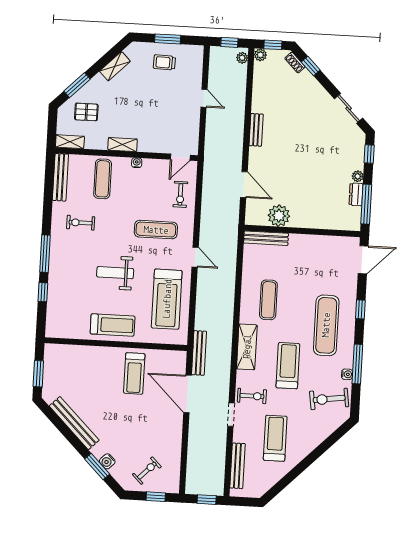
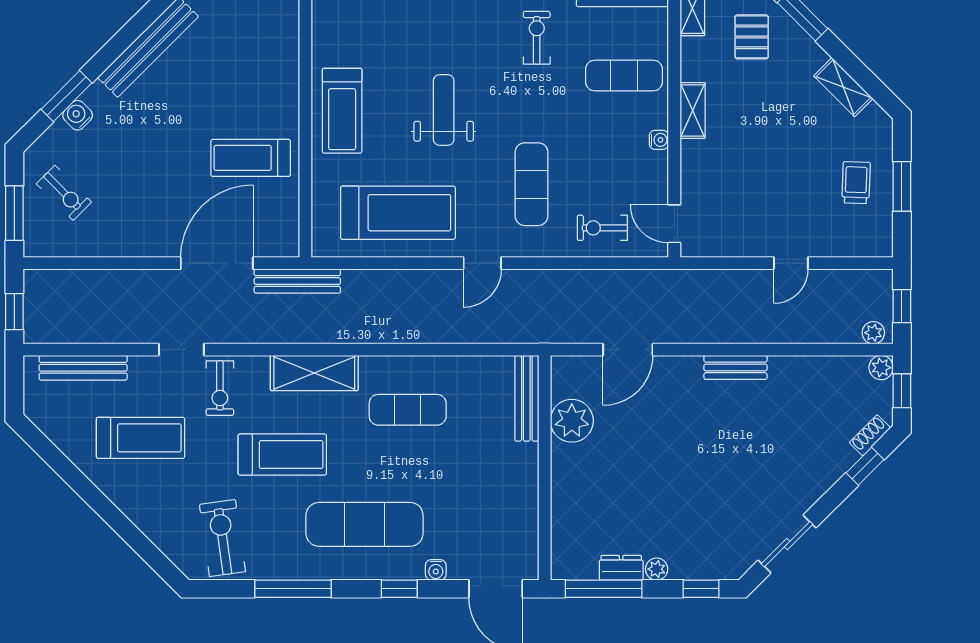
treadmill: (167, 299) -> (398, 213), turned 180
water cooler: (347, 374) -> (436, 570), moved
window: (156, 497) -> (14, 213), width x1.50

